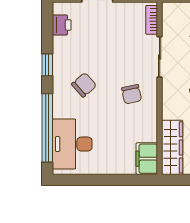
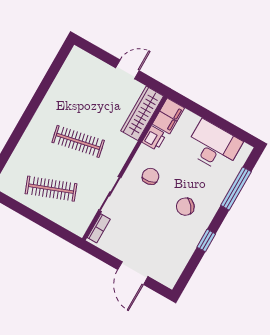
printer: (62, 25) -> (154, 138), moved, turned 180
window: (47, 128) -> (236, 189), width x0.68
desk: (72, 144) -> (214, 146), moved, turned -90

